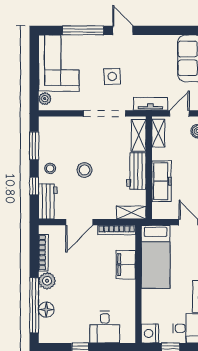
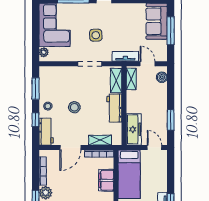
doorway: (105, 113) -> (90, 64), width x0.73
door: (179, 113) -> (148, 64), hinge flipped
freezer: (161, 181) -> (134, 129), moved
shelving: (131, 213) -> (100, 140), moved

